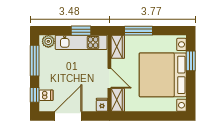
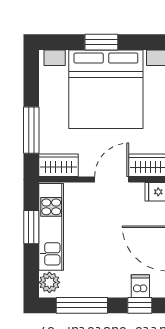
window: (191, 61) -> (101, 42), moved

